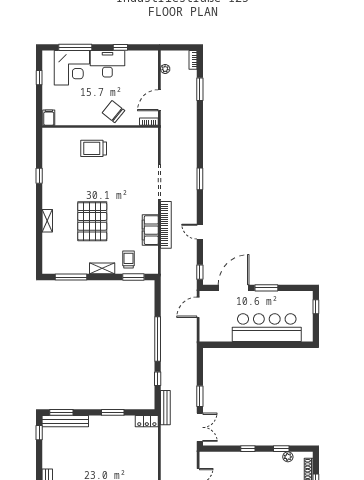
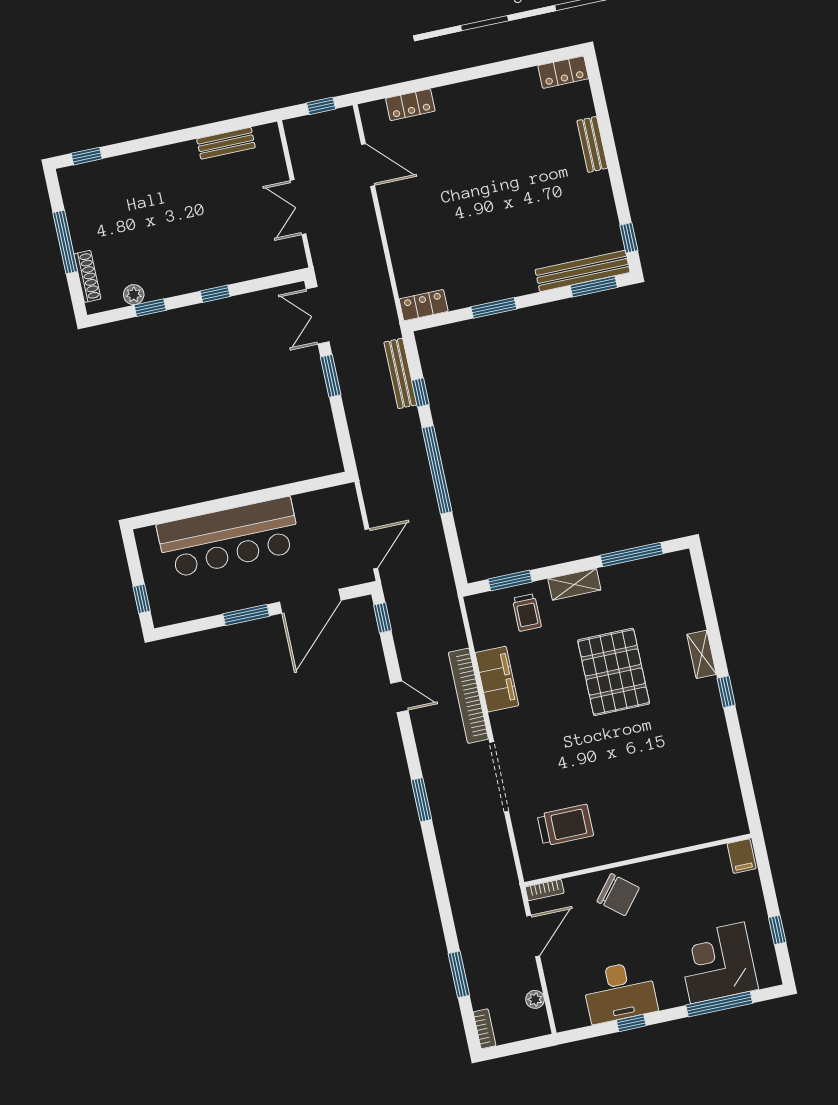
desk: (107, 64) -> (620, 992), moved
trolley: (94, 148) -> (565, 825), moved
window: (39, 176) -> (726, 692), moved
bench: (165, 408) -> (400, 373), moved

